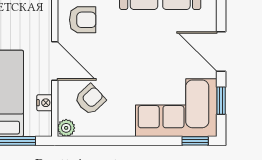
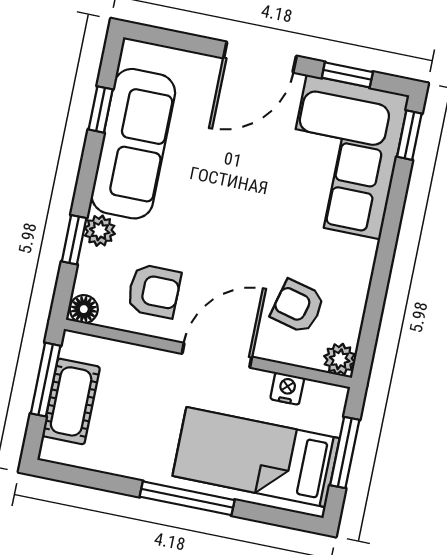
armchair: (83, 20) -> (154, 291), turned 90
armchair: (90, 99) -> (298, 306), turned -33

